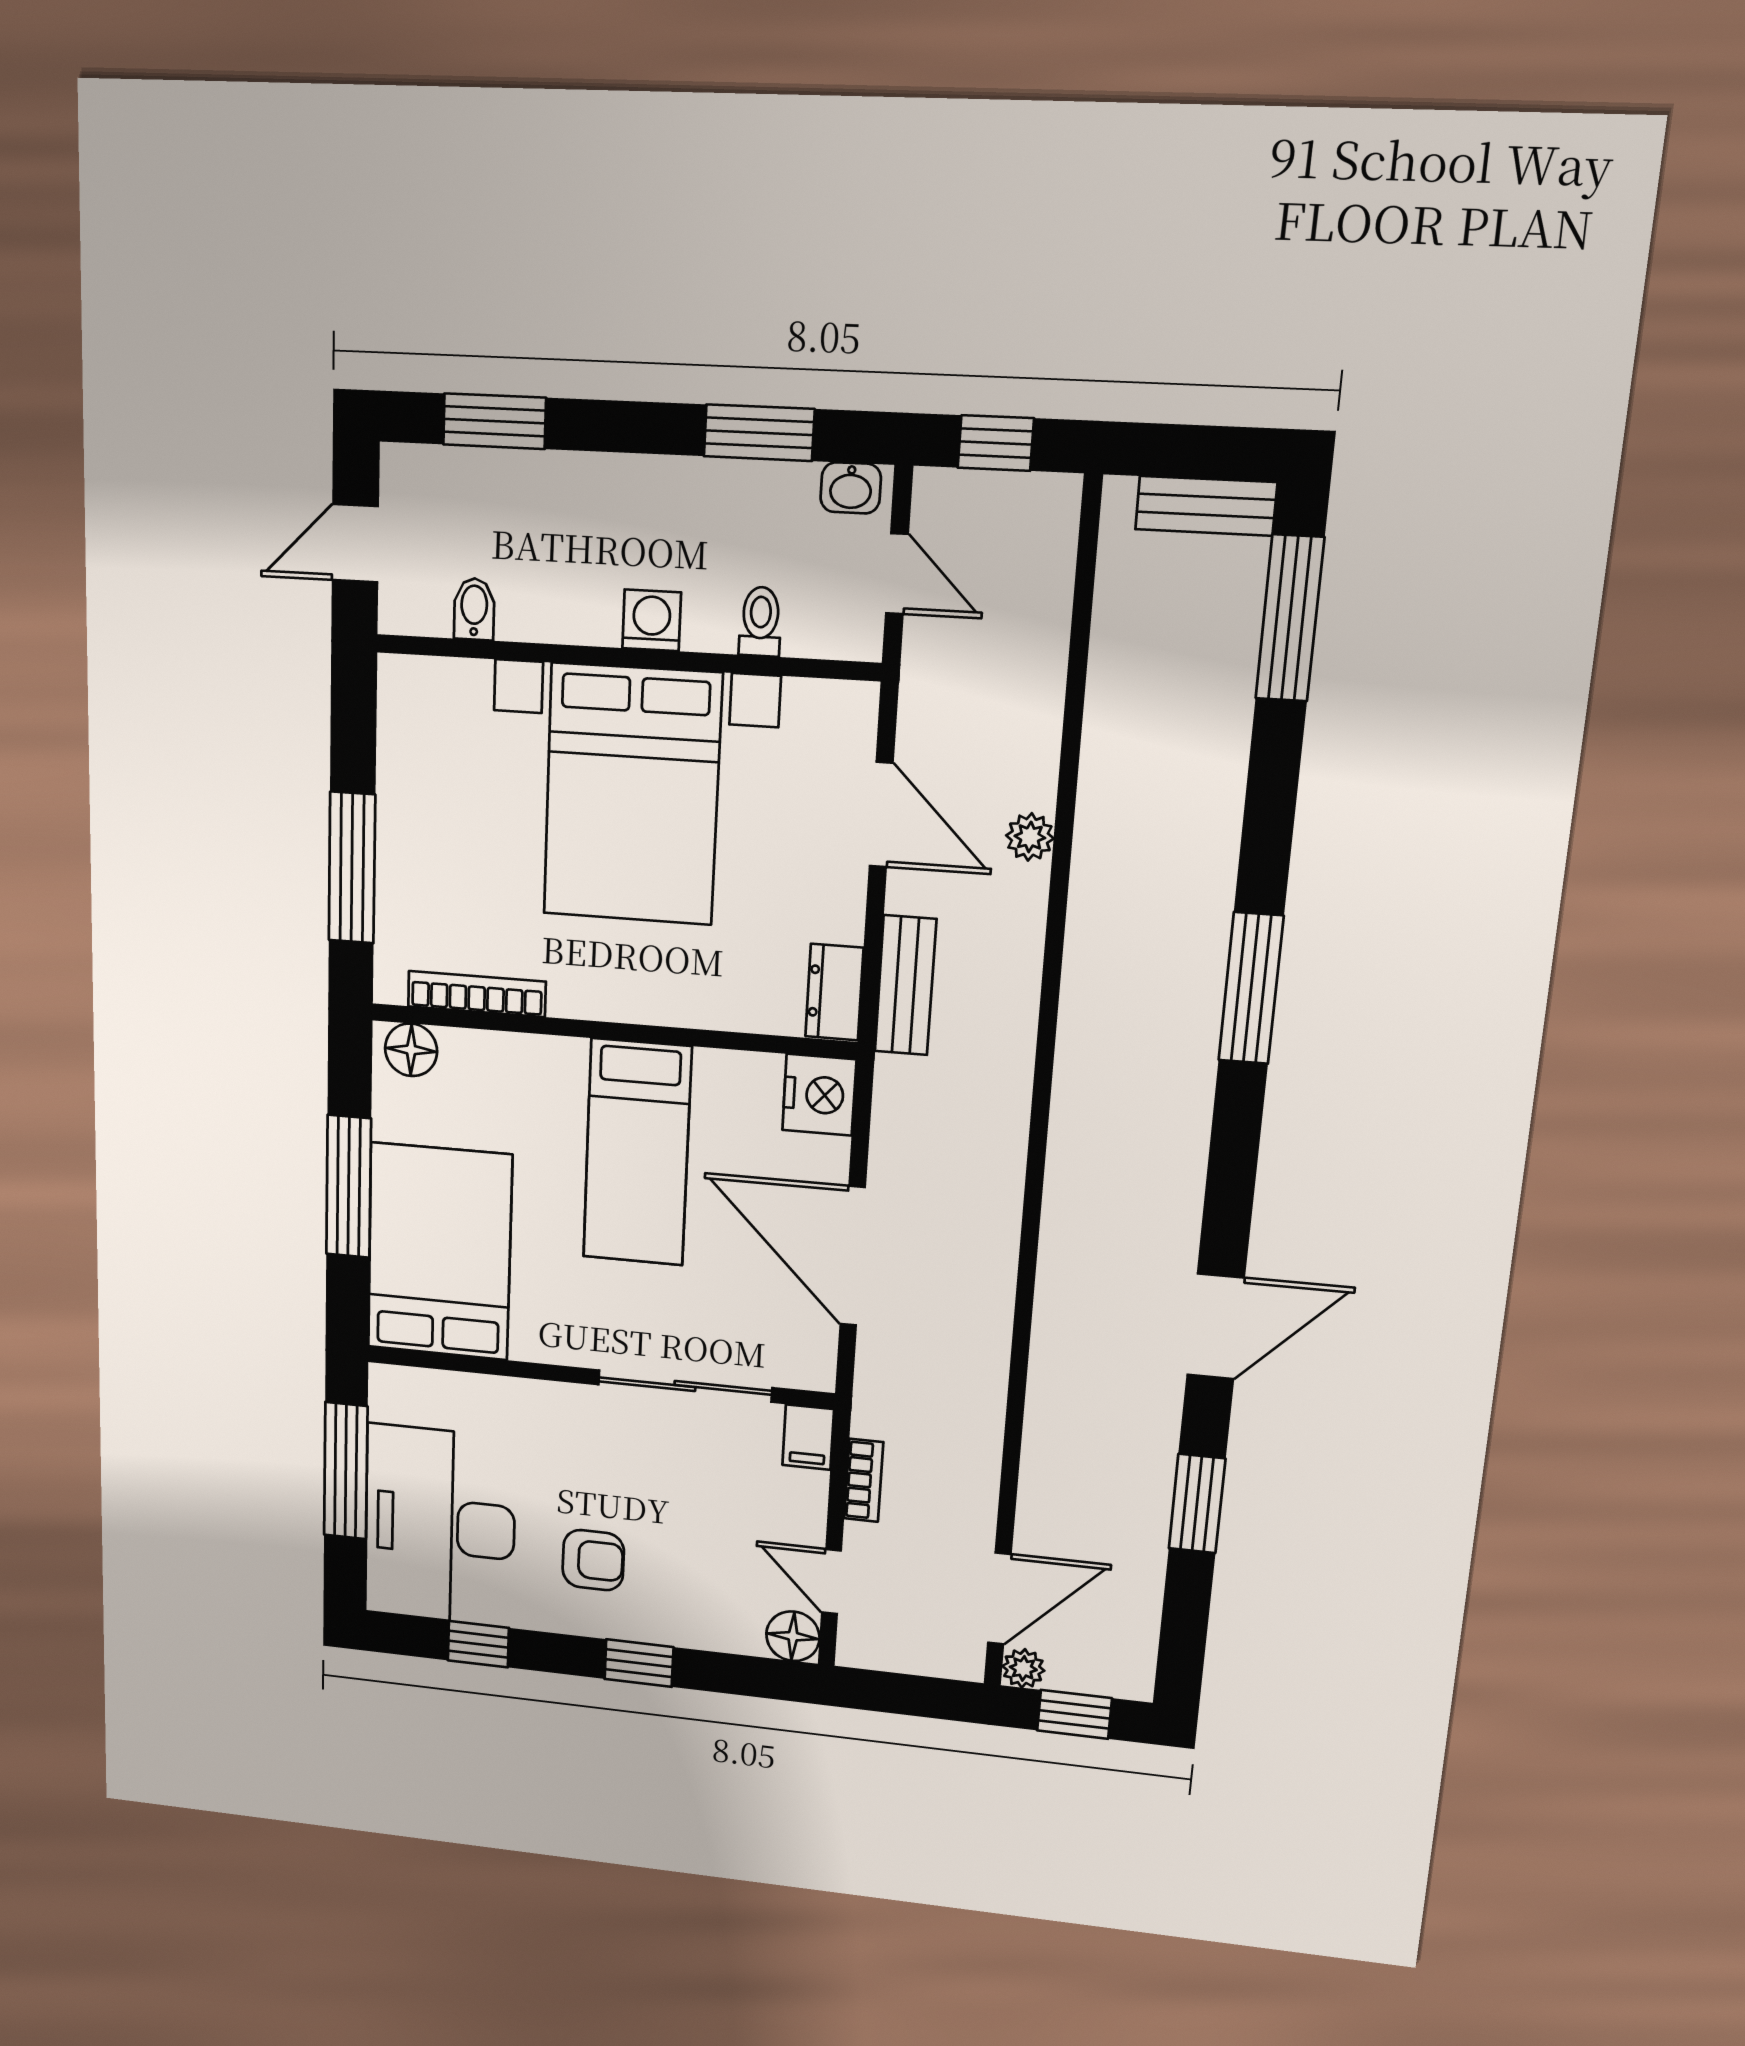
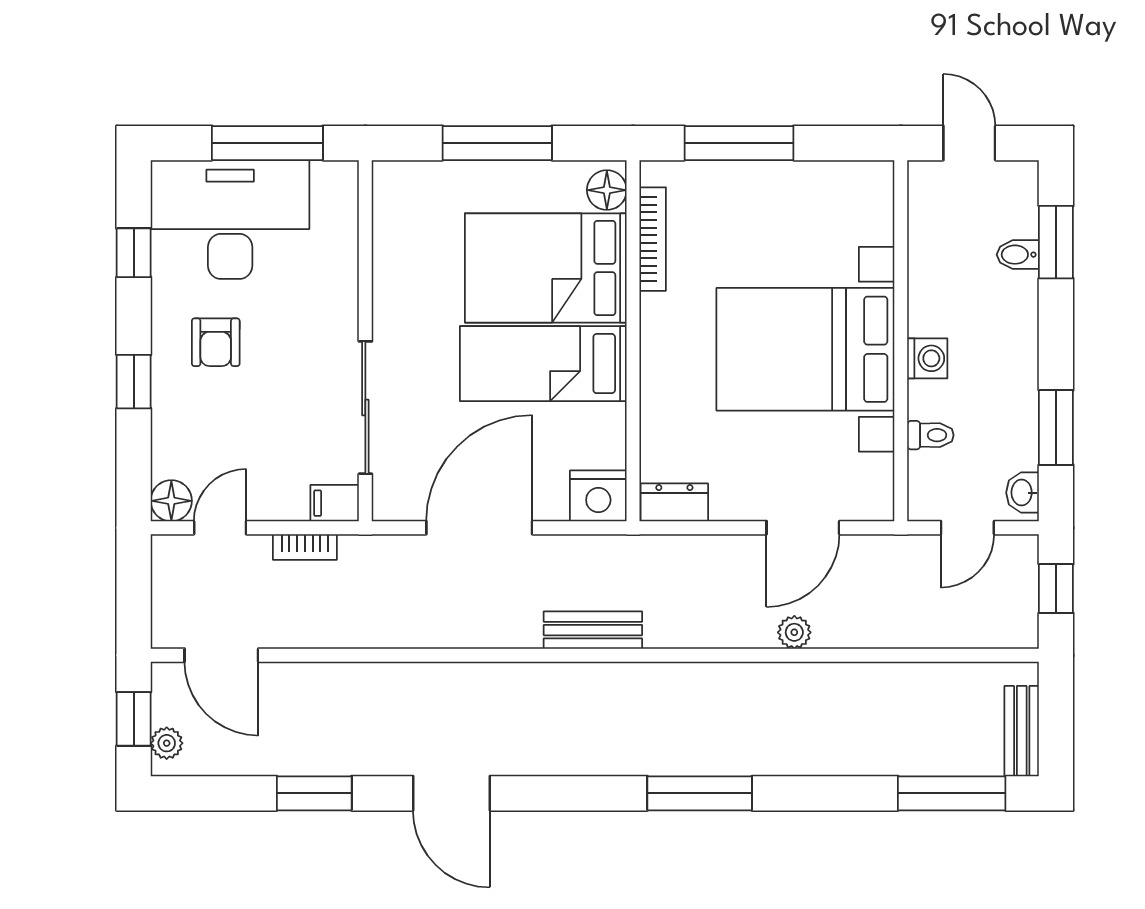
bidet: (474, 609) -> (1018, 255), moved, turned 180
bench: (905, 985) -> (593, 630), moved
bed: (439, 1252) -> (546, 268), moved, turned 180
plant: (1023, 1668) -> (167, 743), moved

